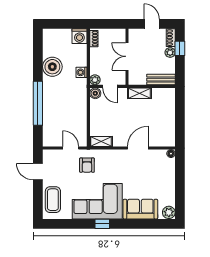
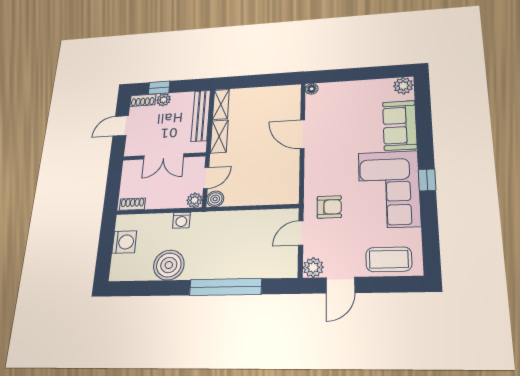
washing machine: (79, 36) -> (124, 242), moved
bench: (161, 80) -> (201, 116), width x1.36
shelving: (101, 142) -> (221, 104), moved
plant: (49, 156) -> (313, 267), added

